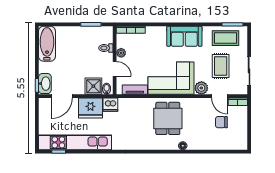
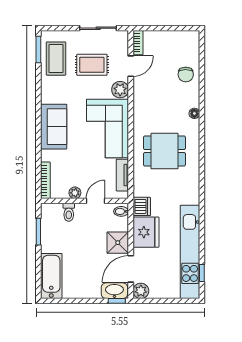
sofa: (184, 36) -> (54, 127), moved
bathtub: (47, 44) -> (51, 276), moved, turned 90
shower: (93, 86) -> (118, 243), moved
door: (62, 96) -> (131, 269), swing flipped
plant: (45, 104) -> (141, 291), added
dining table: (168, 118) -> (164, 151), moved
chair: (221, 122) -> (186, 74), moved

